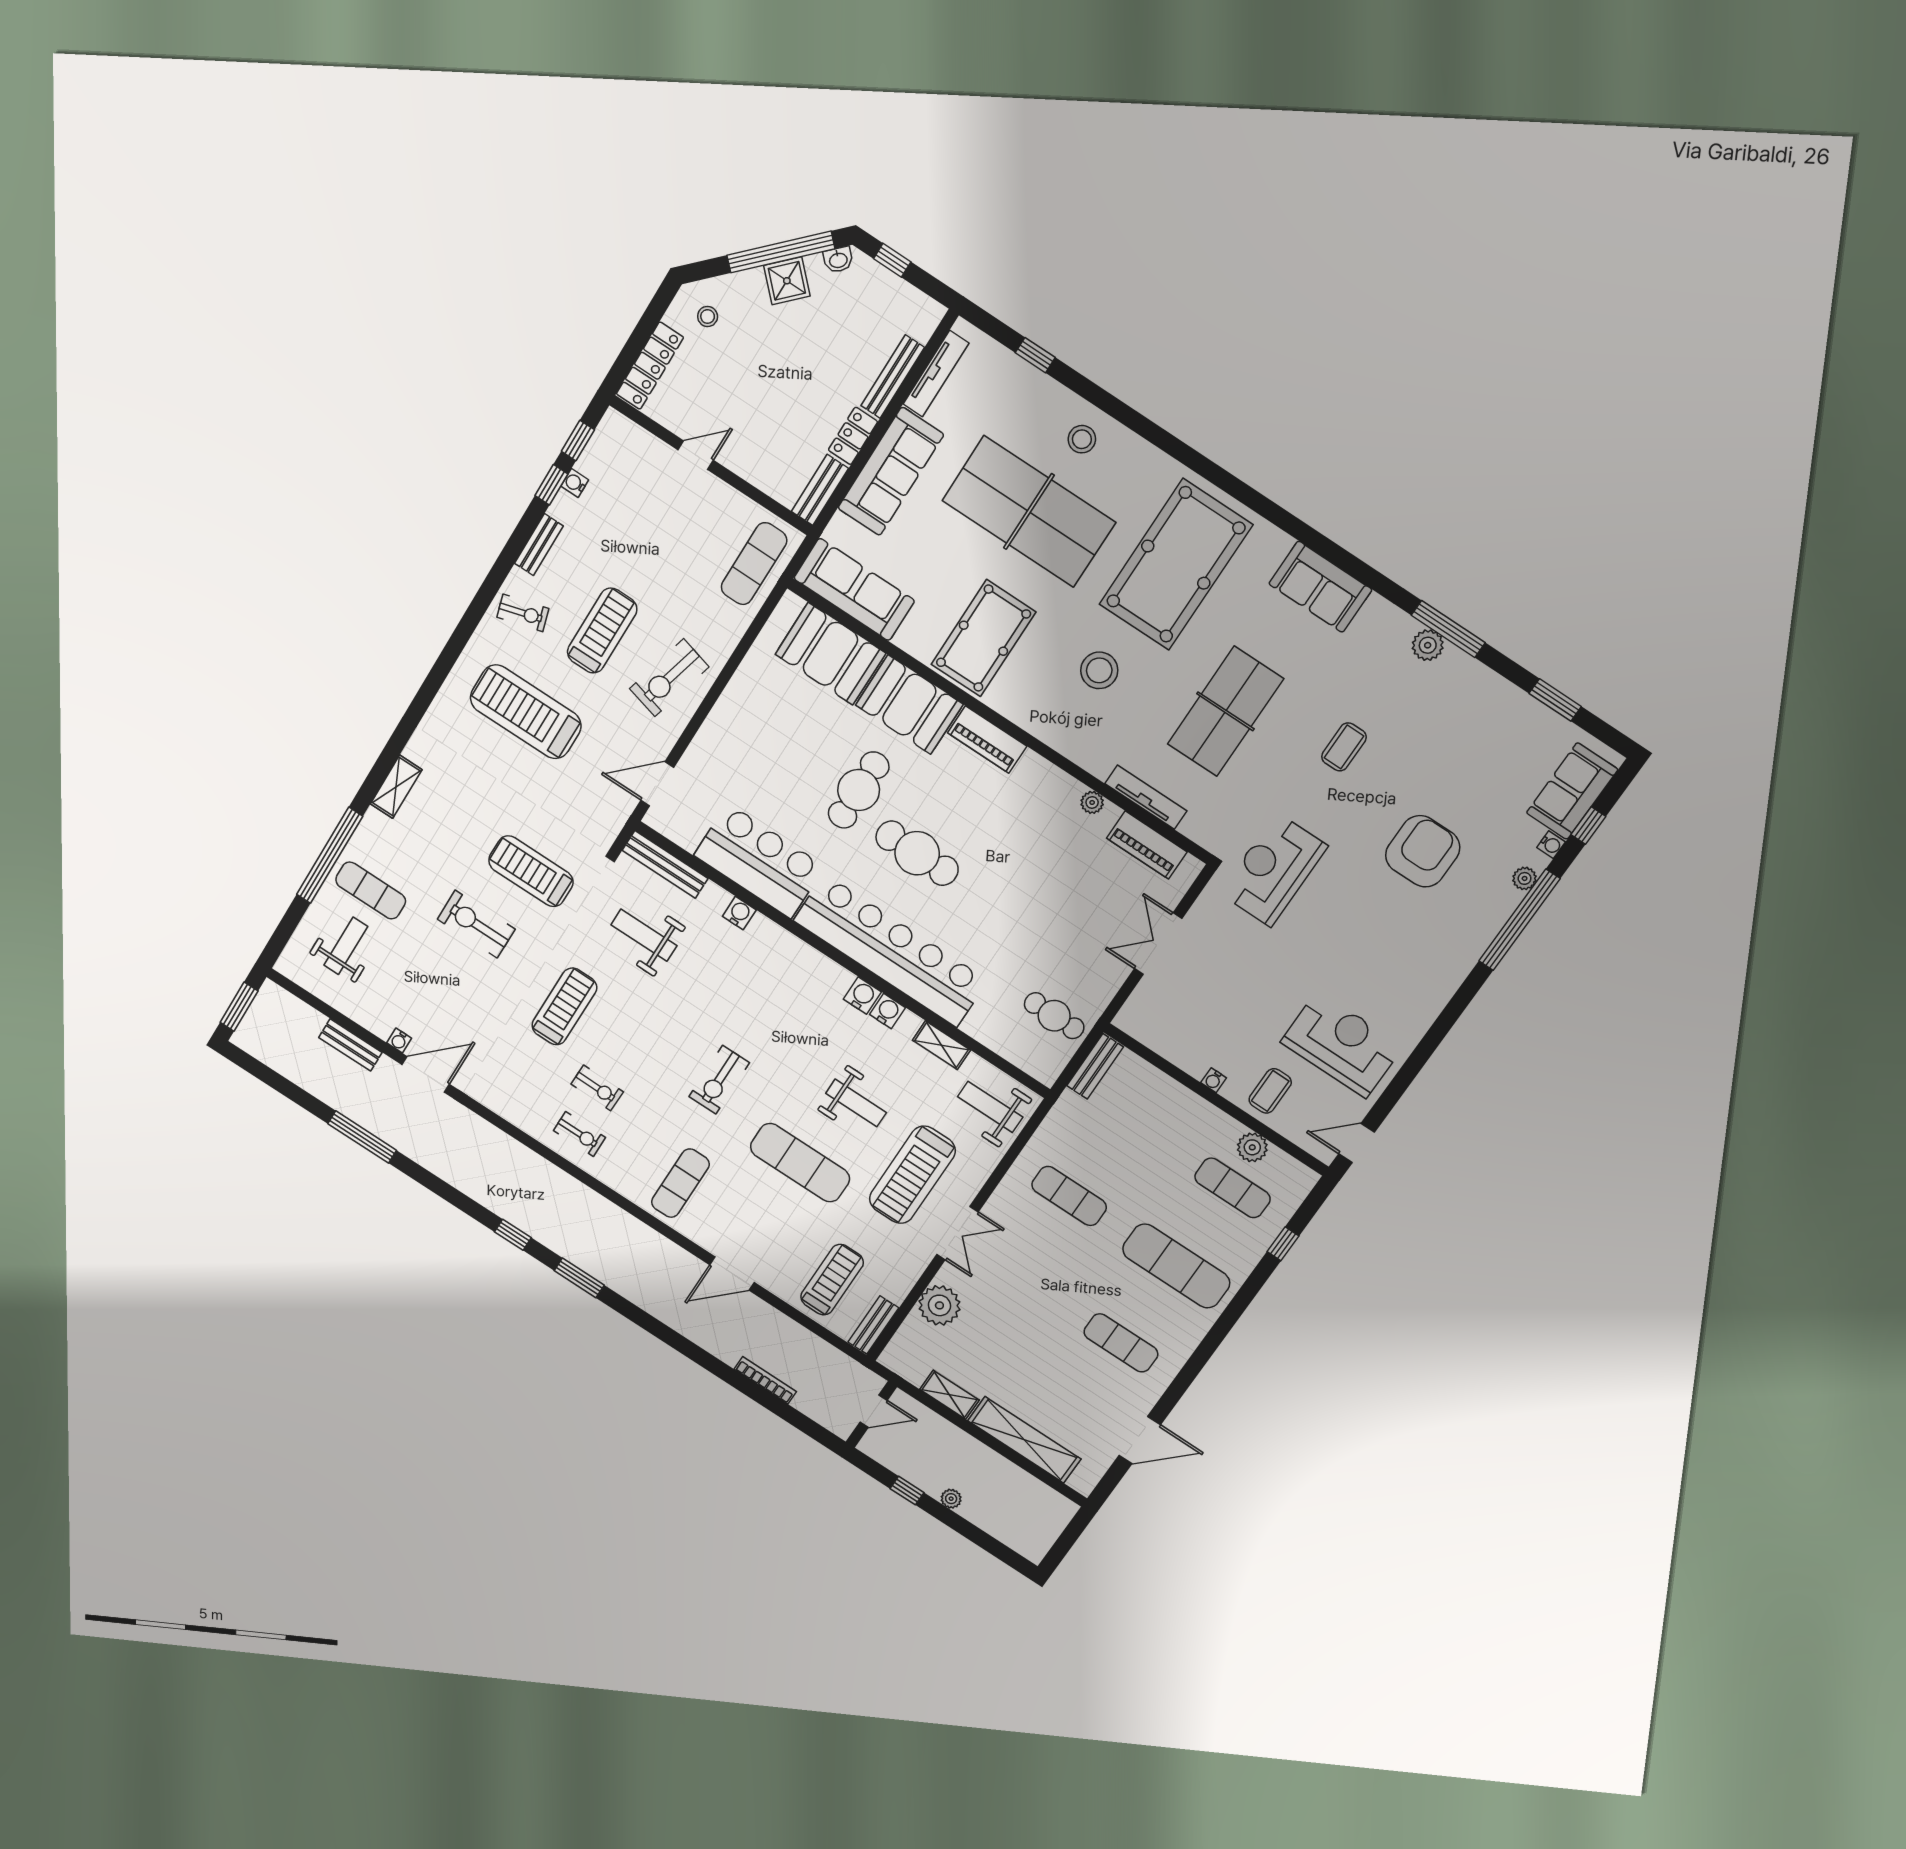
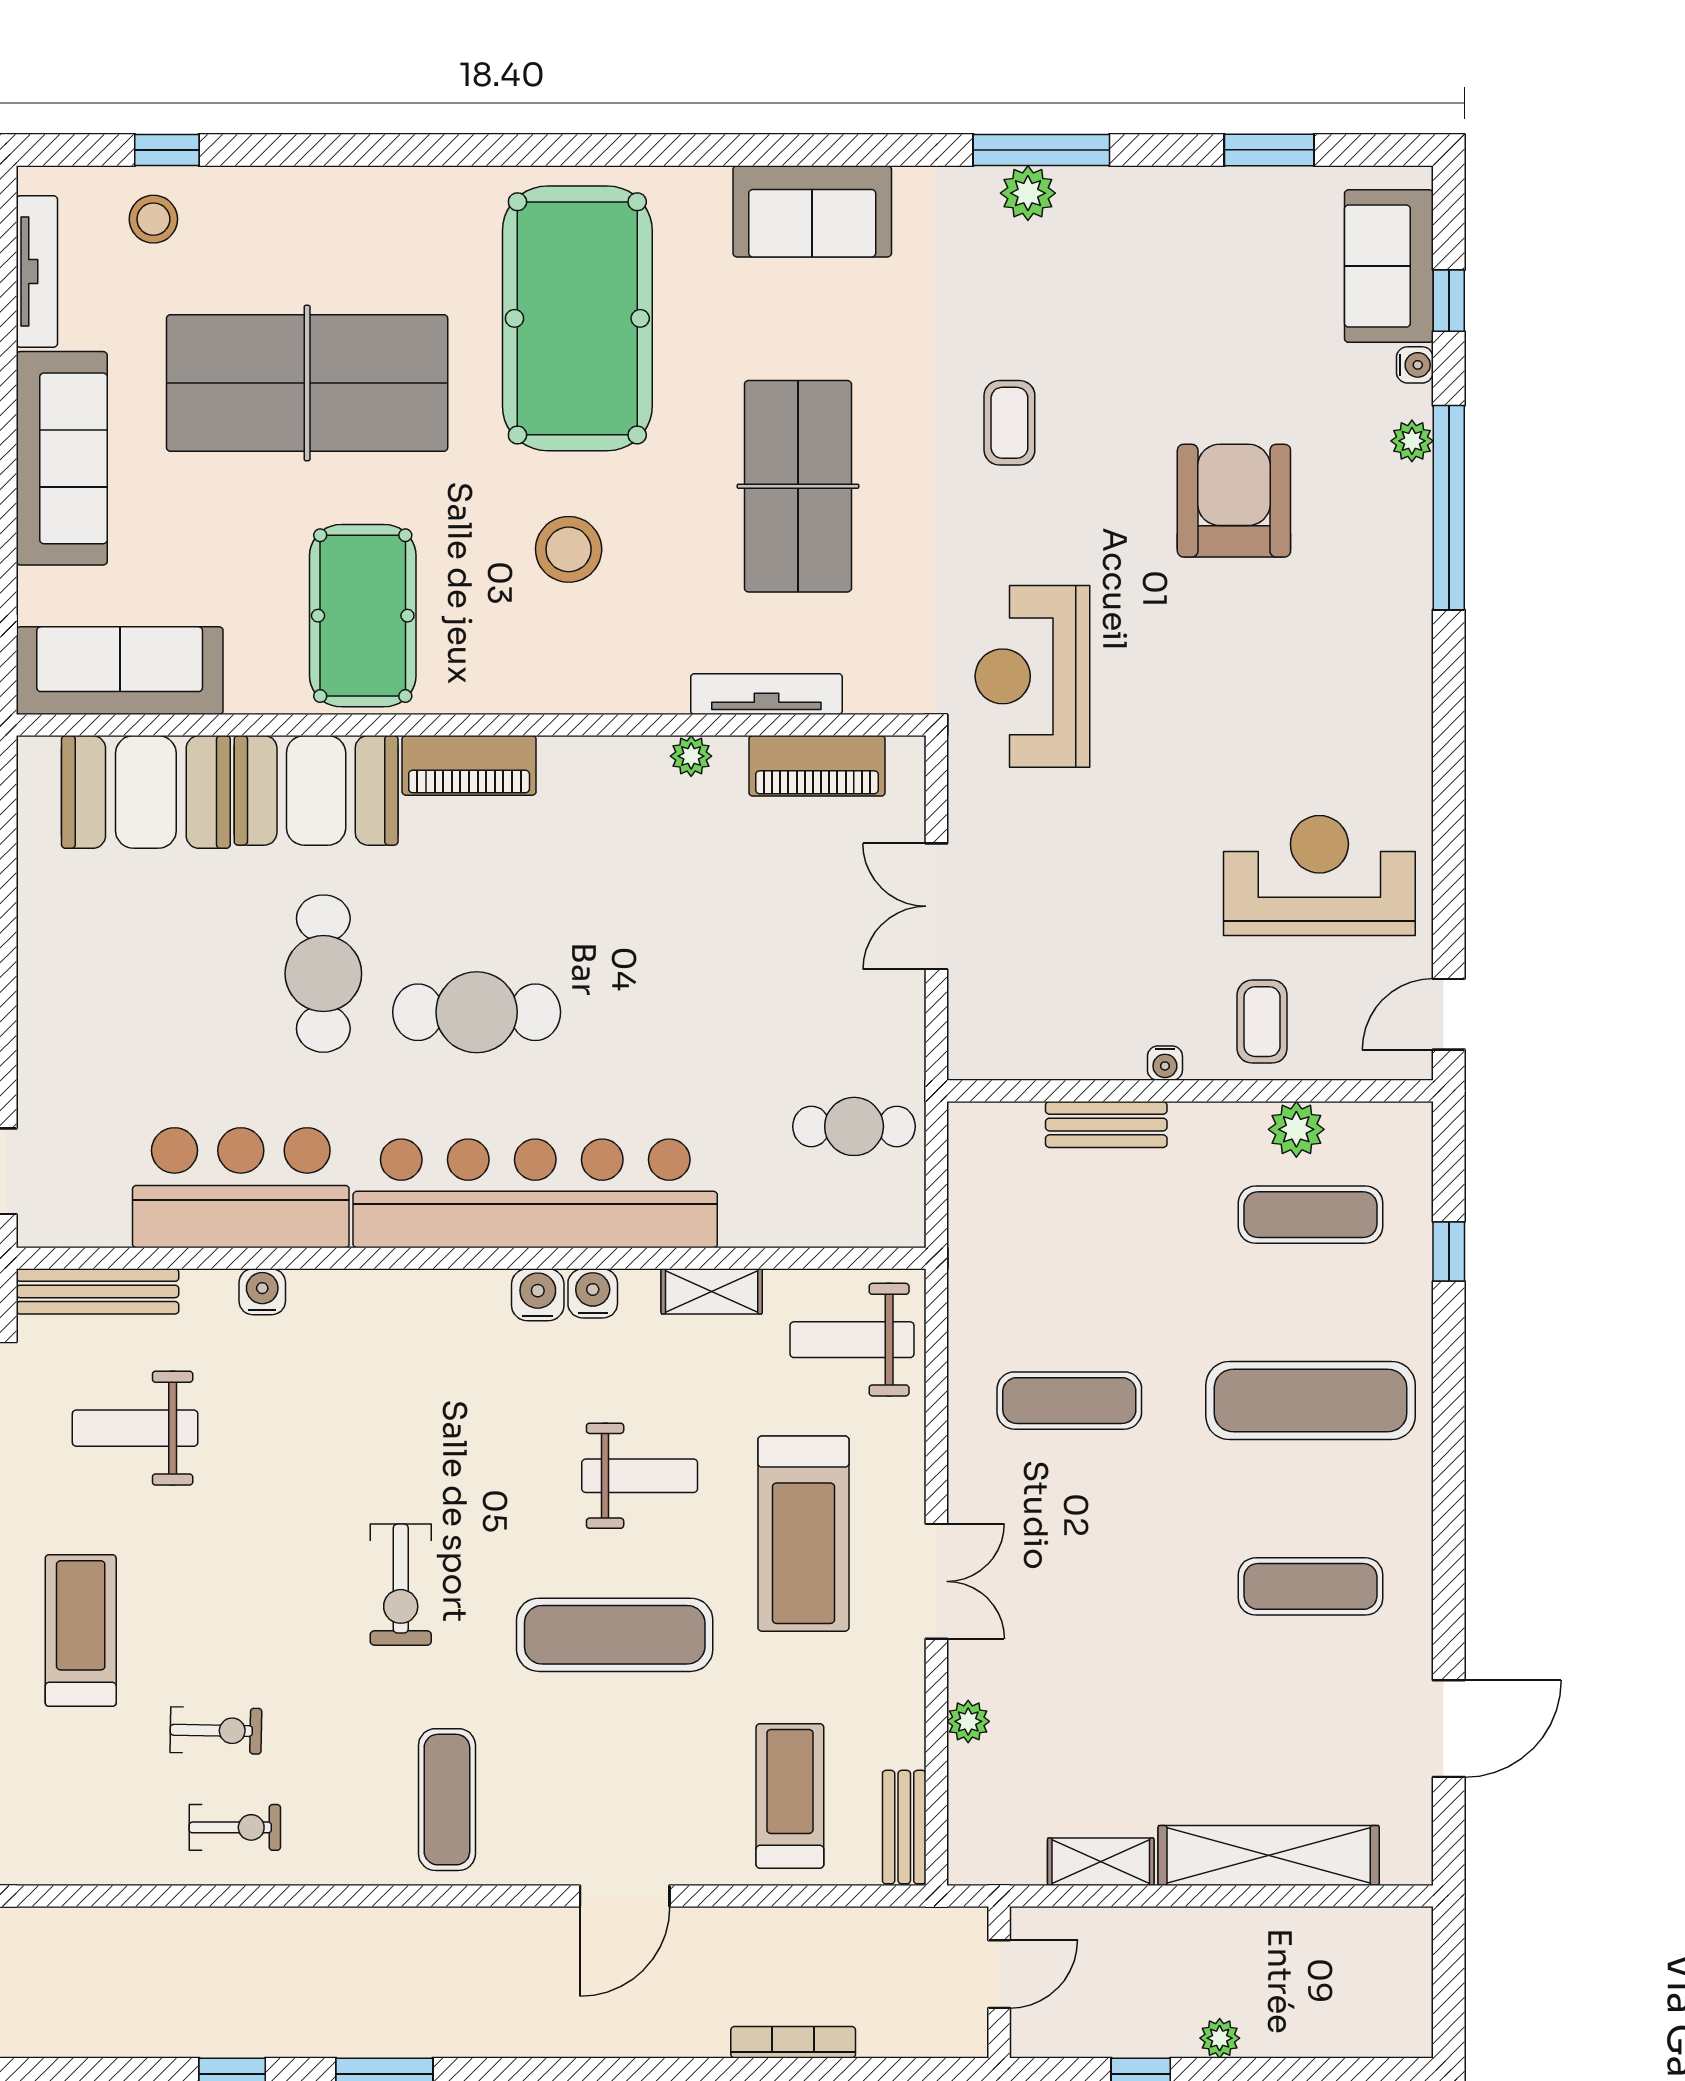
stool: (1082, 439) -> (153, 219), moved
bench: (1095, 1066) -> (1106, 1125), moved, turned 90
plant: (939, 1305) -> (968, 1721), width x0.53, depth x0.53

